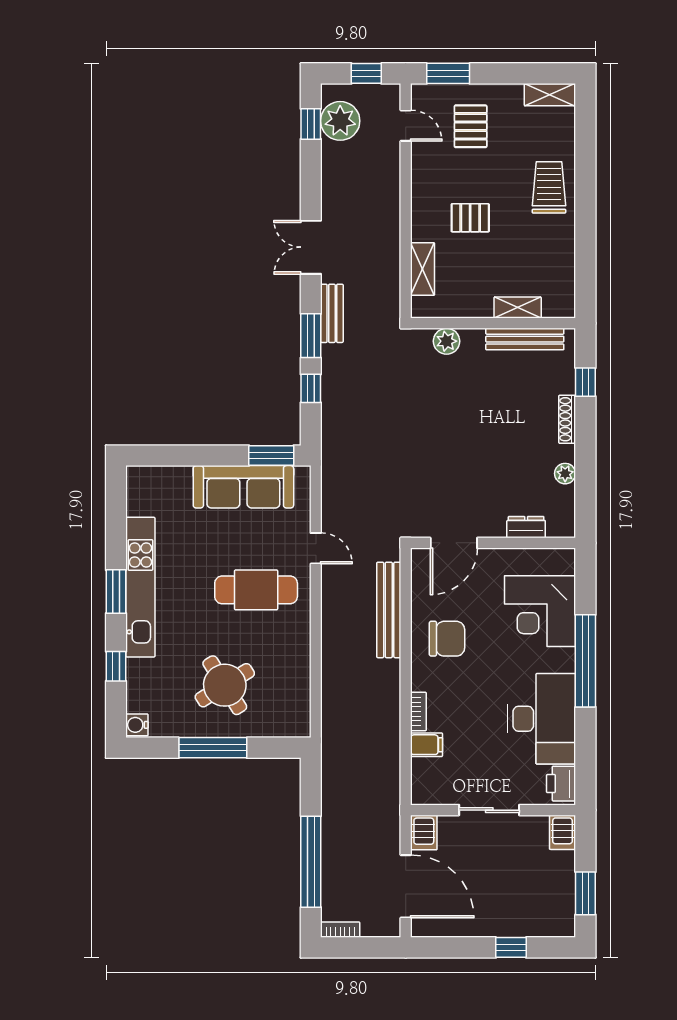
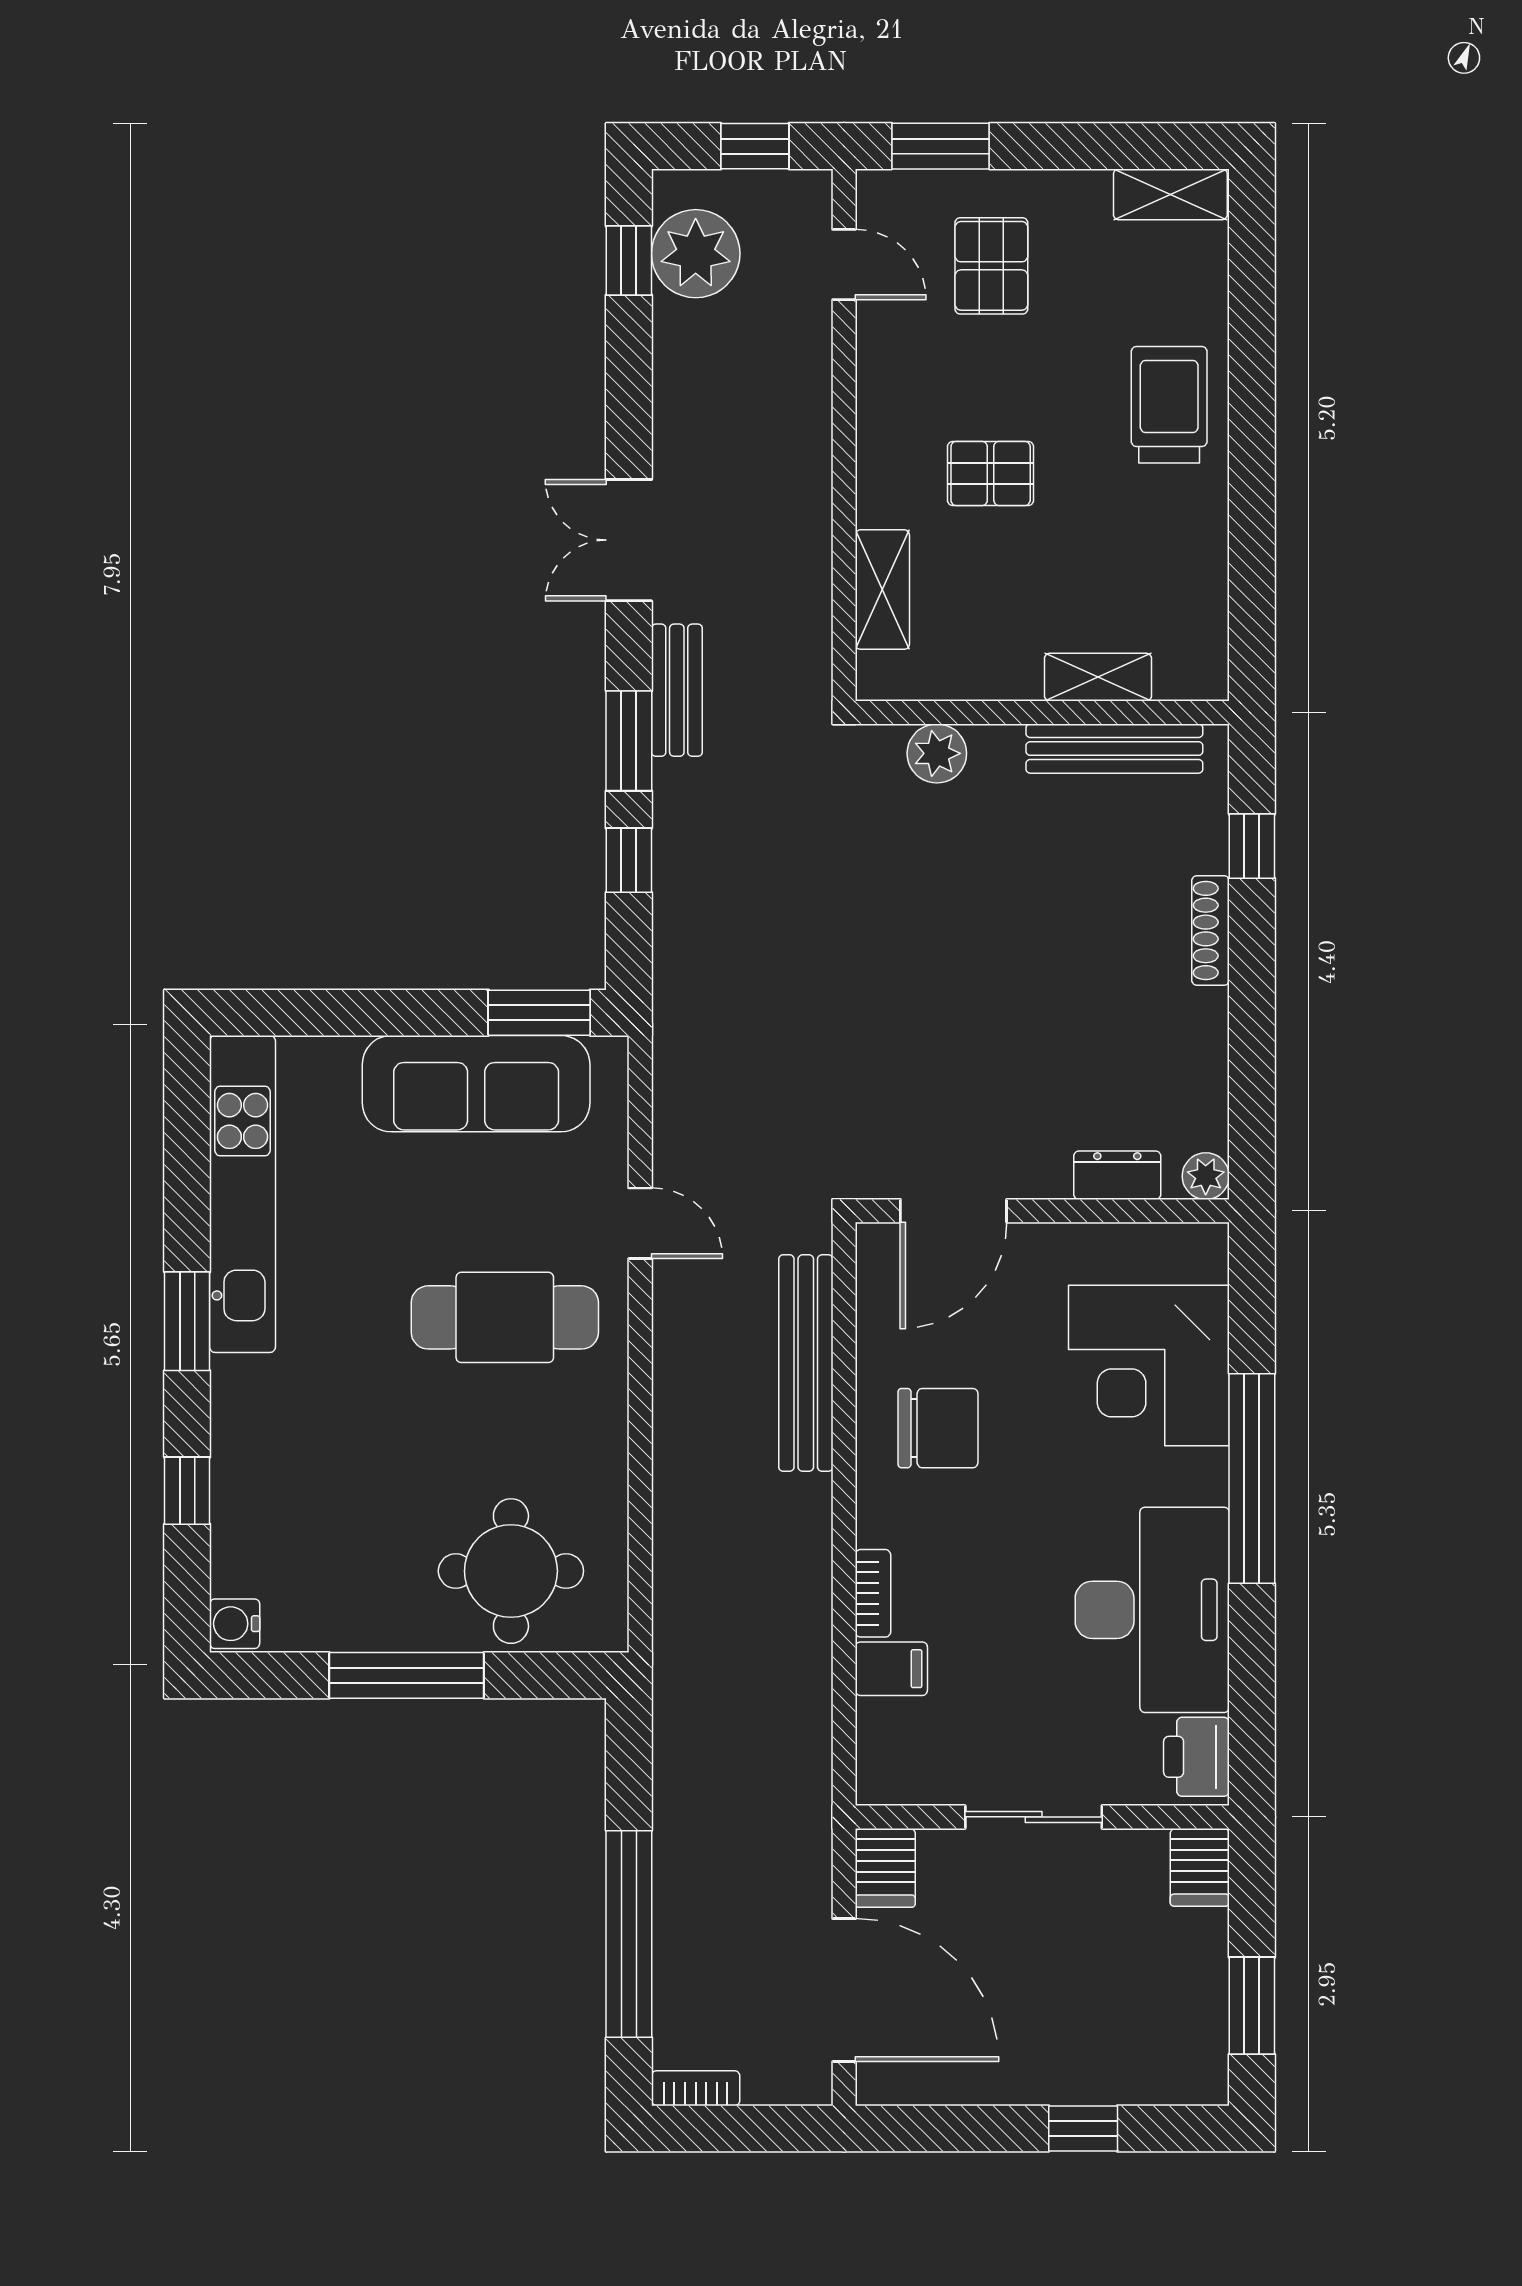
plant: (565, 474) -> (1206, 1176), moved
kitchen unit: (140, 587) -> (243, 1194), moved
round table: (225, 685) -> (511, 1571), moved, turned 32

